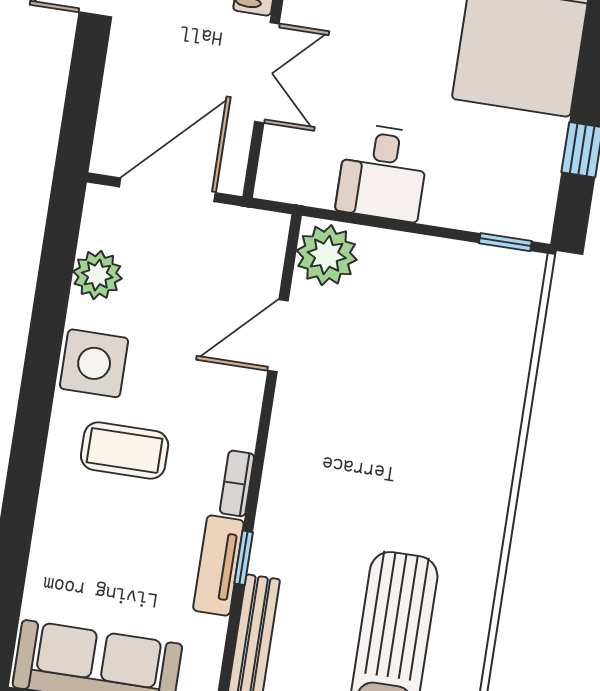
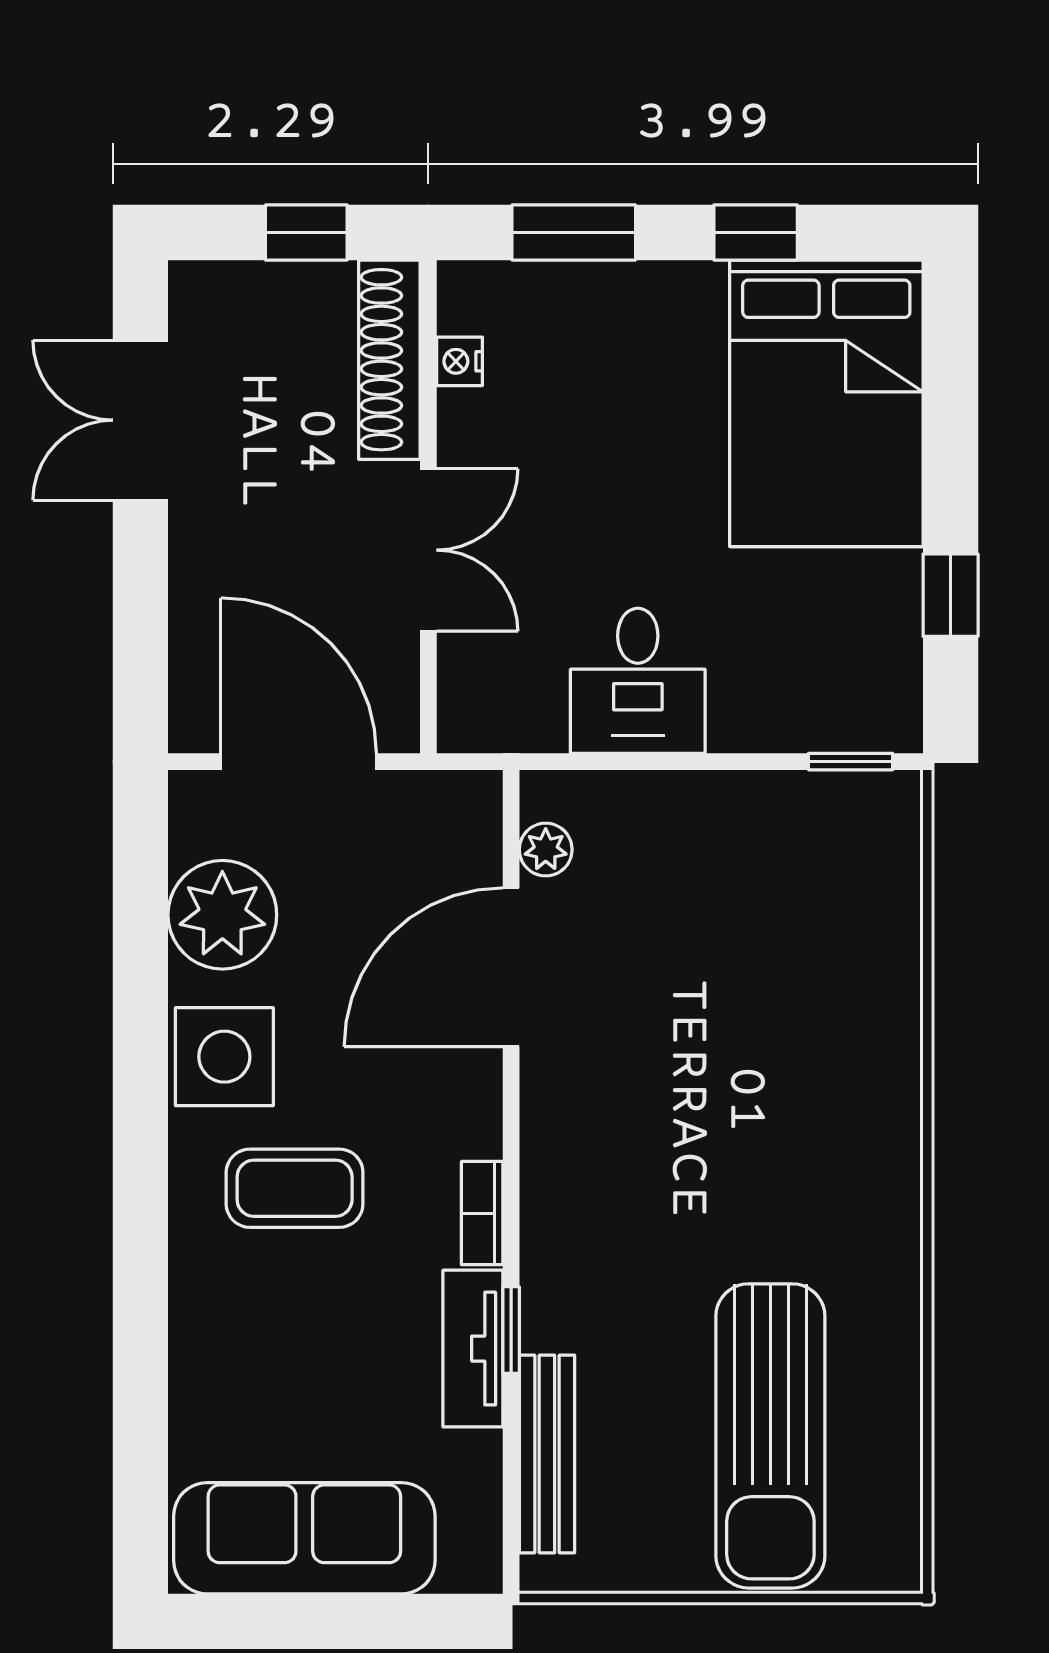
door: (167, 190) -> (299, 762), hinge flipped
plant: (327, 255) -> (546, 850), width x0.53, depth x0.53
plant: (97, 275) -> (222, 915), width x1.36, depth x1.36
door: (278, 336) -> (511, 967), width x1.36

